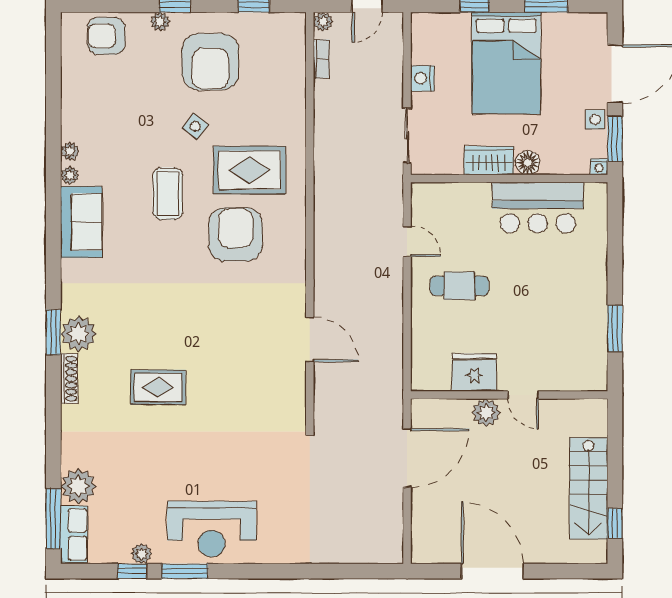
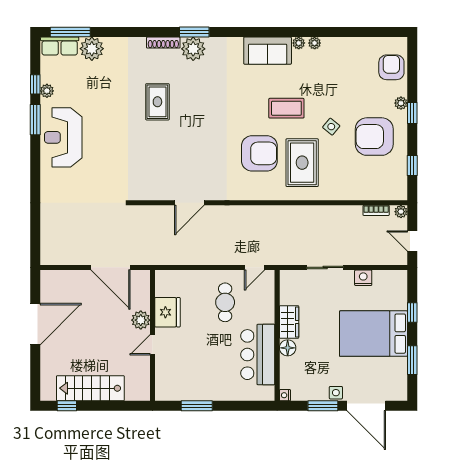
wardrobe: (489, 161) -> (289, 322), moved
floor lamp: (528, 163) -> (288, 348), moved
nightstand: (599, 167) -> (285, 395), moved
wall: (509, 179) -> (277, 335), moved
bar counter: (538, 208) -> (258, 355), moved

